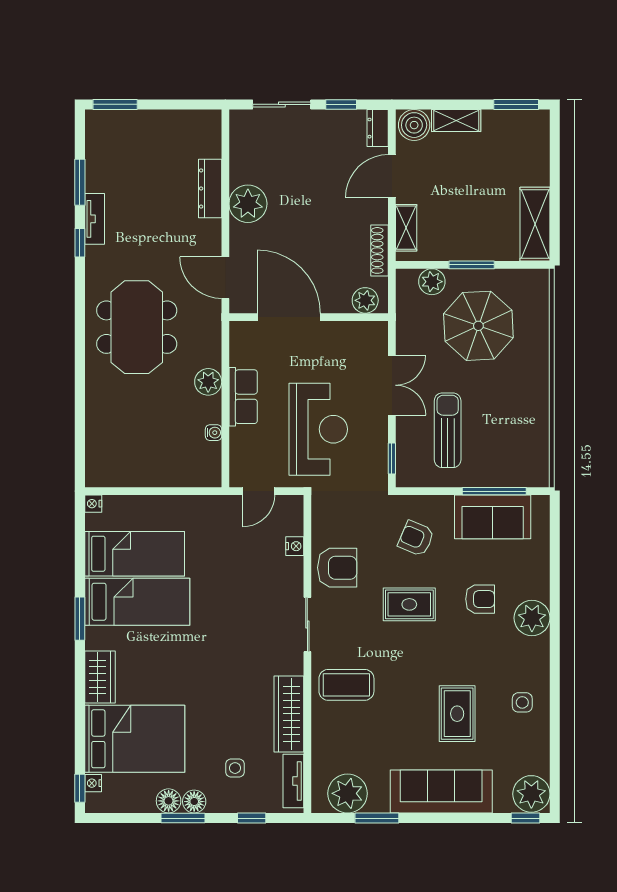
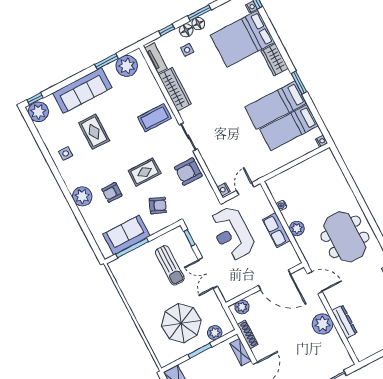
nightstand: (295, 546) -> (224, 189), moved
floor lamp: (169, 801) -> (186, 30), moved

